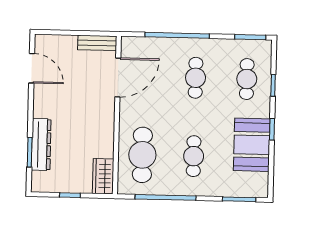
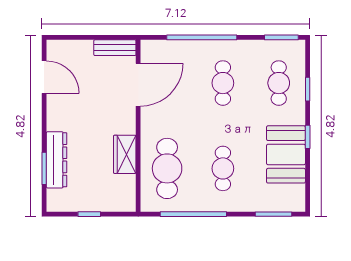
wardrobe: (103, 176) -> (125, 154), moved

